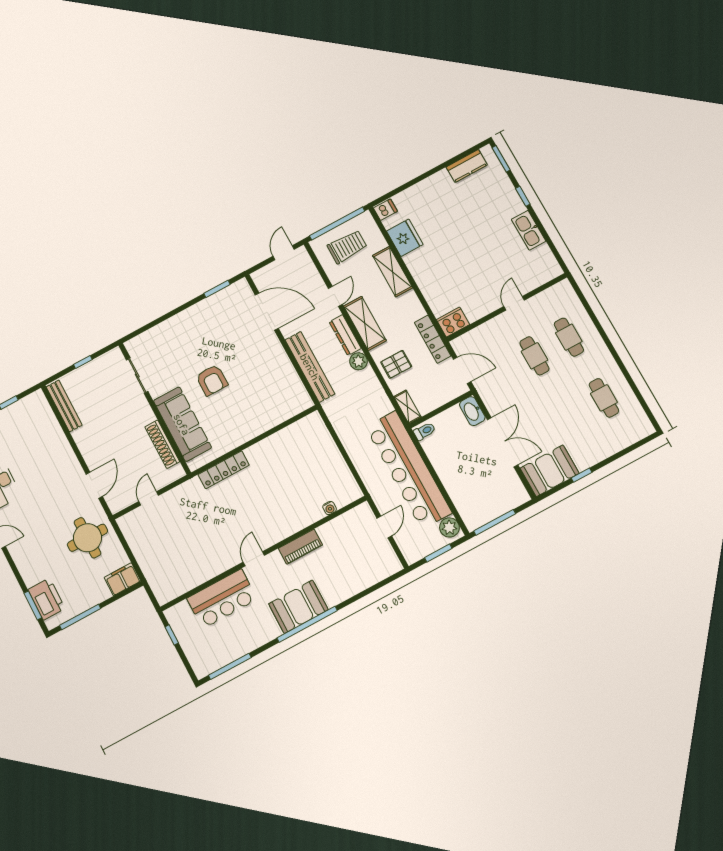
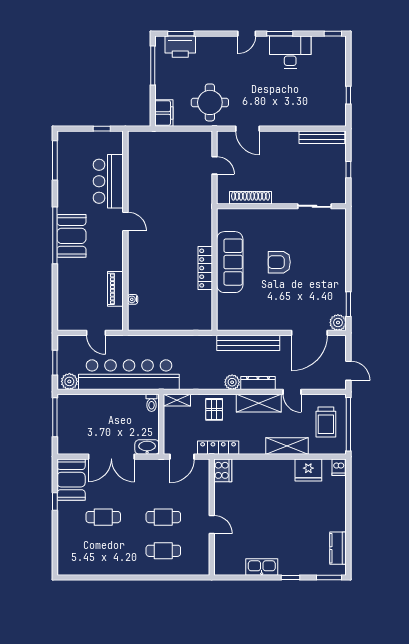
plant: (241, 289) -> (338, 323), added
cafe table: (604, 398) -> (103, 517), moved
sofa: (182, 424) -> (230, 262), moved, turned -90
locker: (224, 470) -> (205, 268), moved
piano: (300, 547) -> (115, 289), moved

